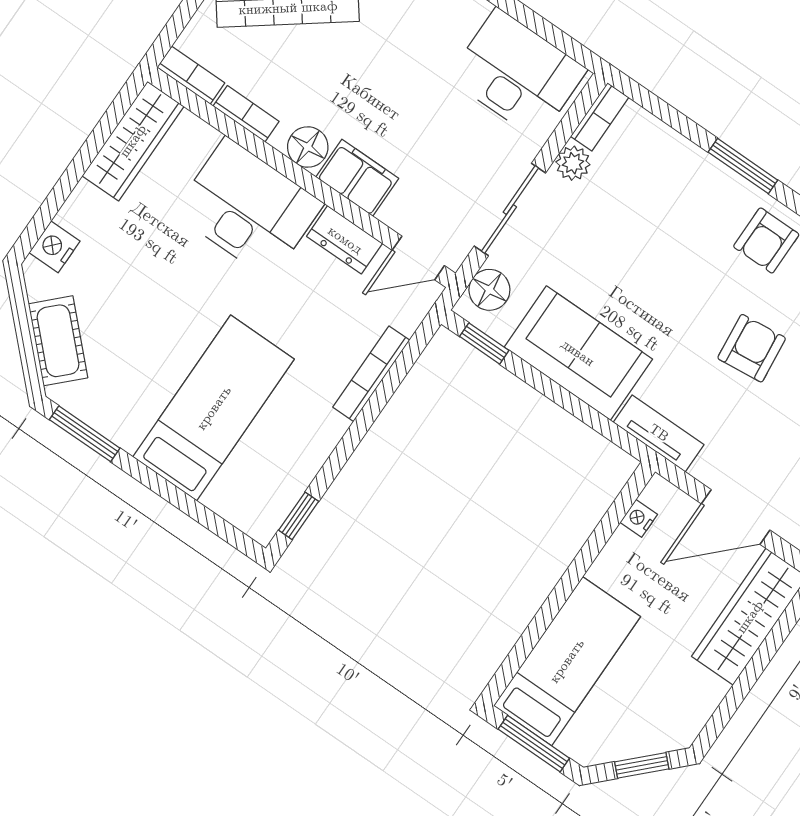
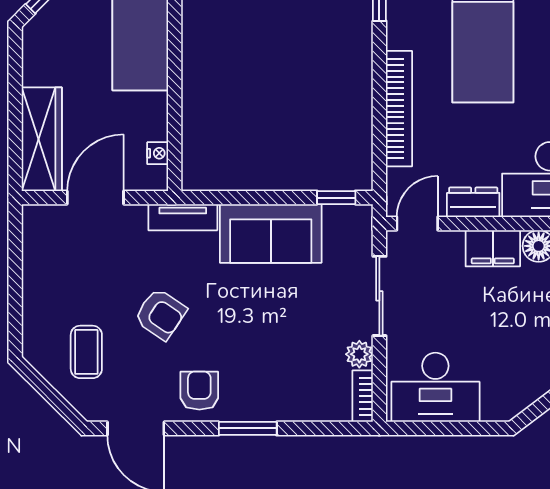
floor lamp: (489, 290) -> (357, 235), removed
armchair: (752, 348) -> (161, 314), turned -50
bookcase: (371, 374) -> (399, 109), width x1.48, depth x1.31

